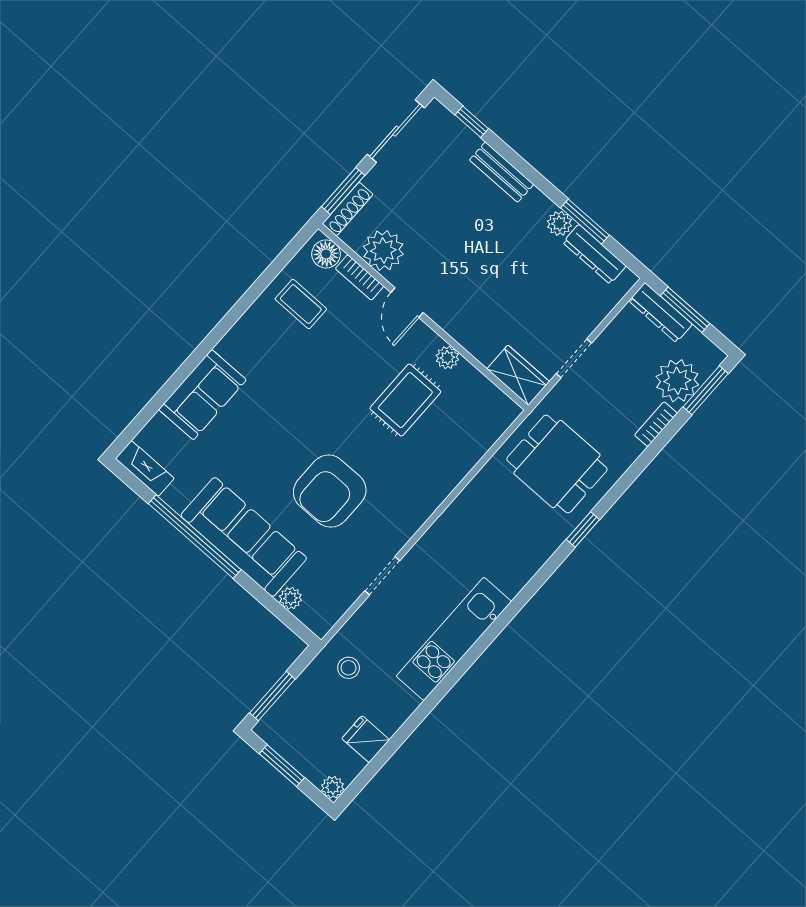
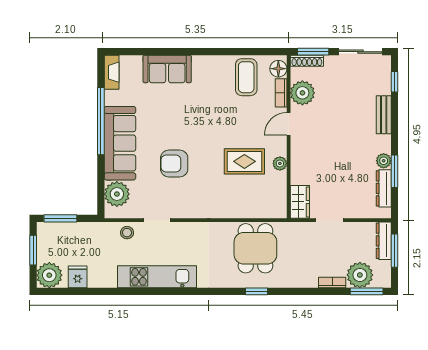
coffee table: (301, 304) -> (246, 77), width x1.36, depth x1.30
dining table: (557, 464) -> (255, 248), moved
armchair: (330, 491) -> (174, 163), width x0.73, depth x0.73
plant: (291, 598) -> (117, 194), width x1.87, depth x1.87
stool: (349, 668) -> (127, 233), moved
plant: (333, 787) -> (49, 275), width x1.87, depth x1.87

